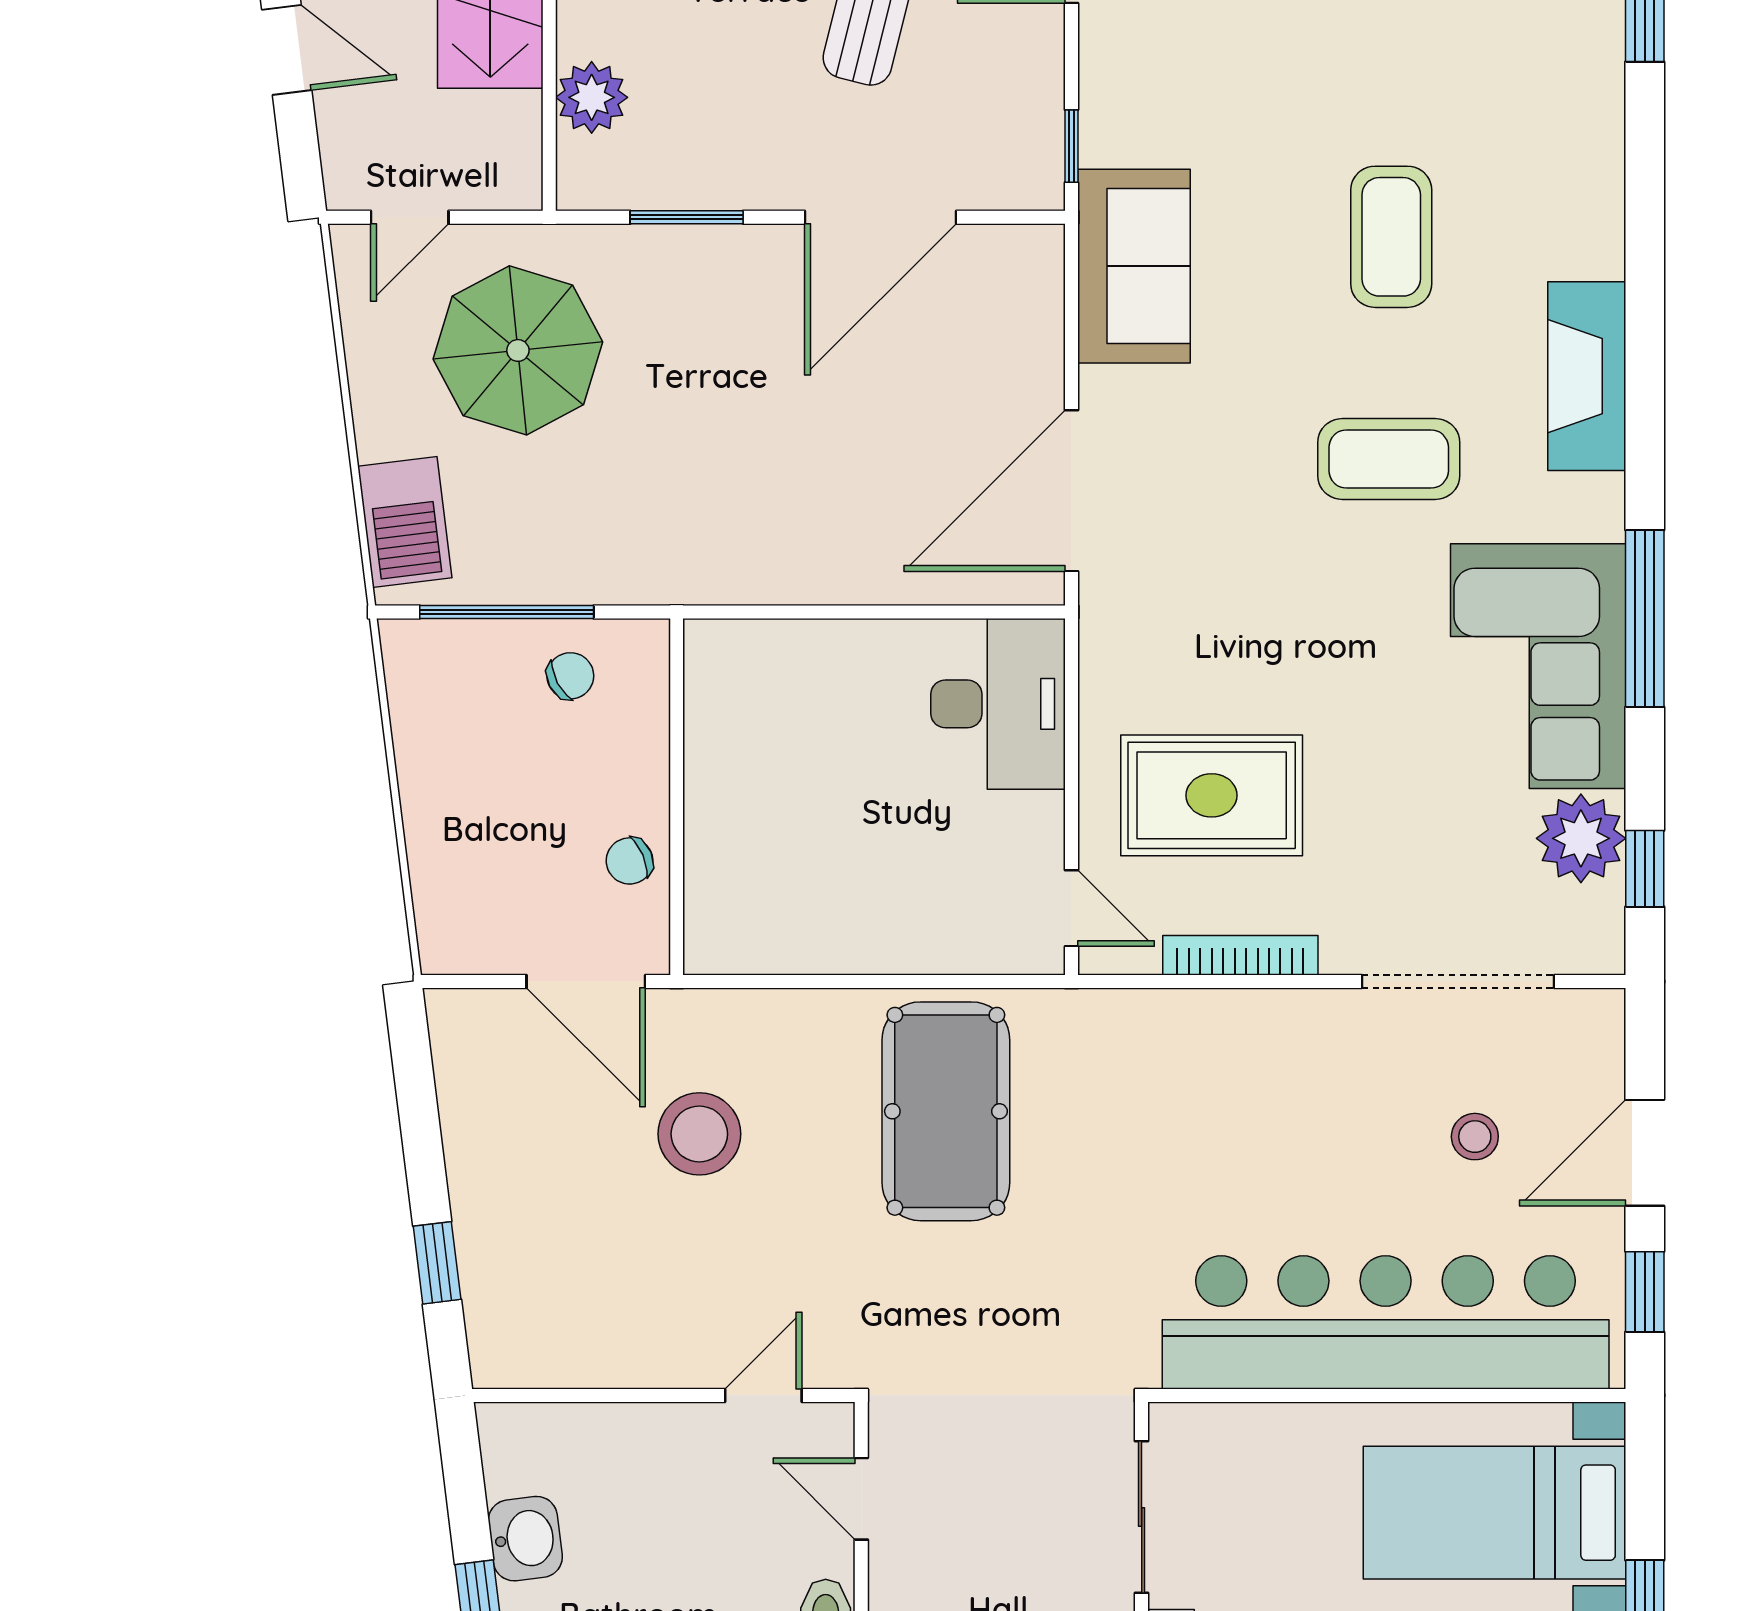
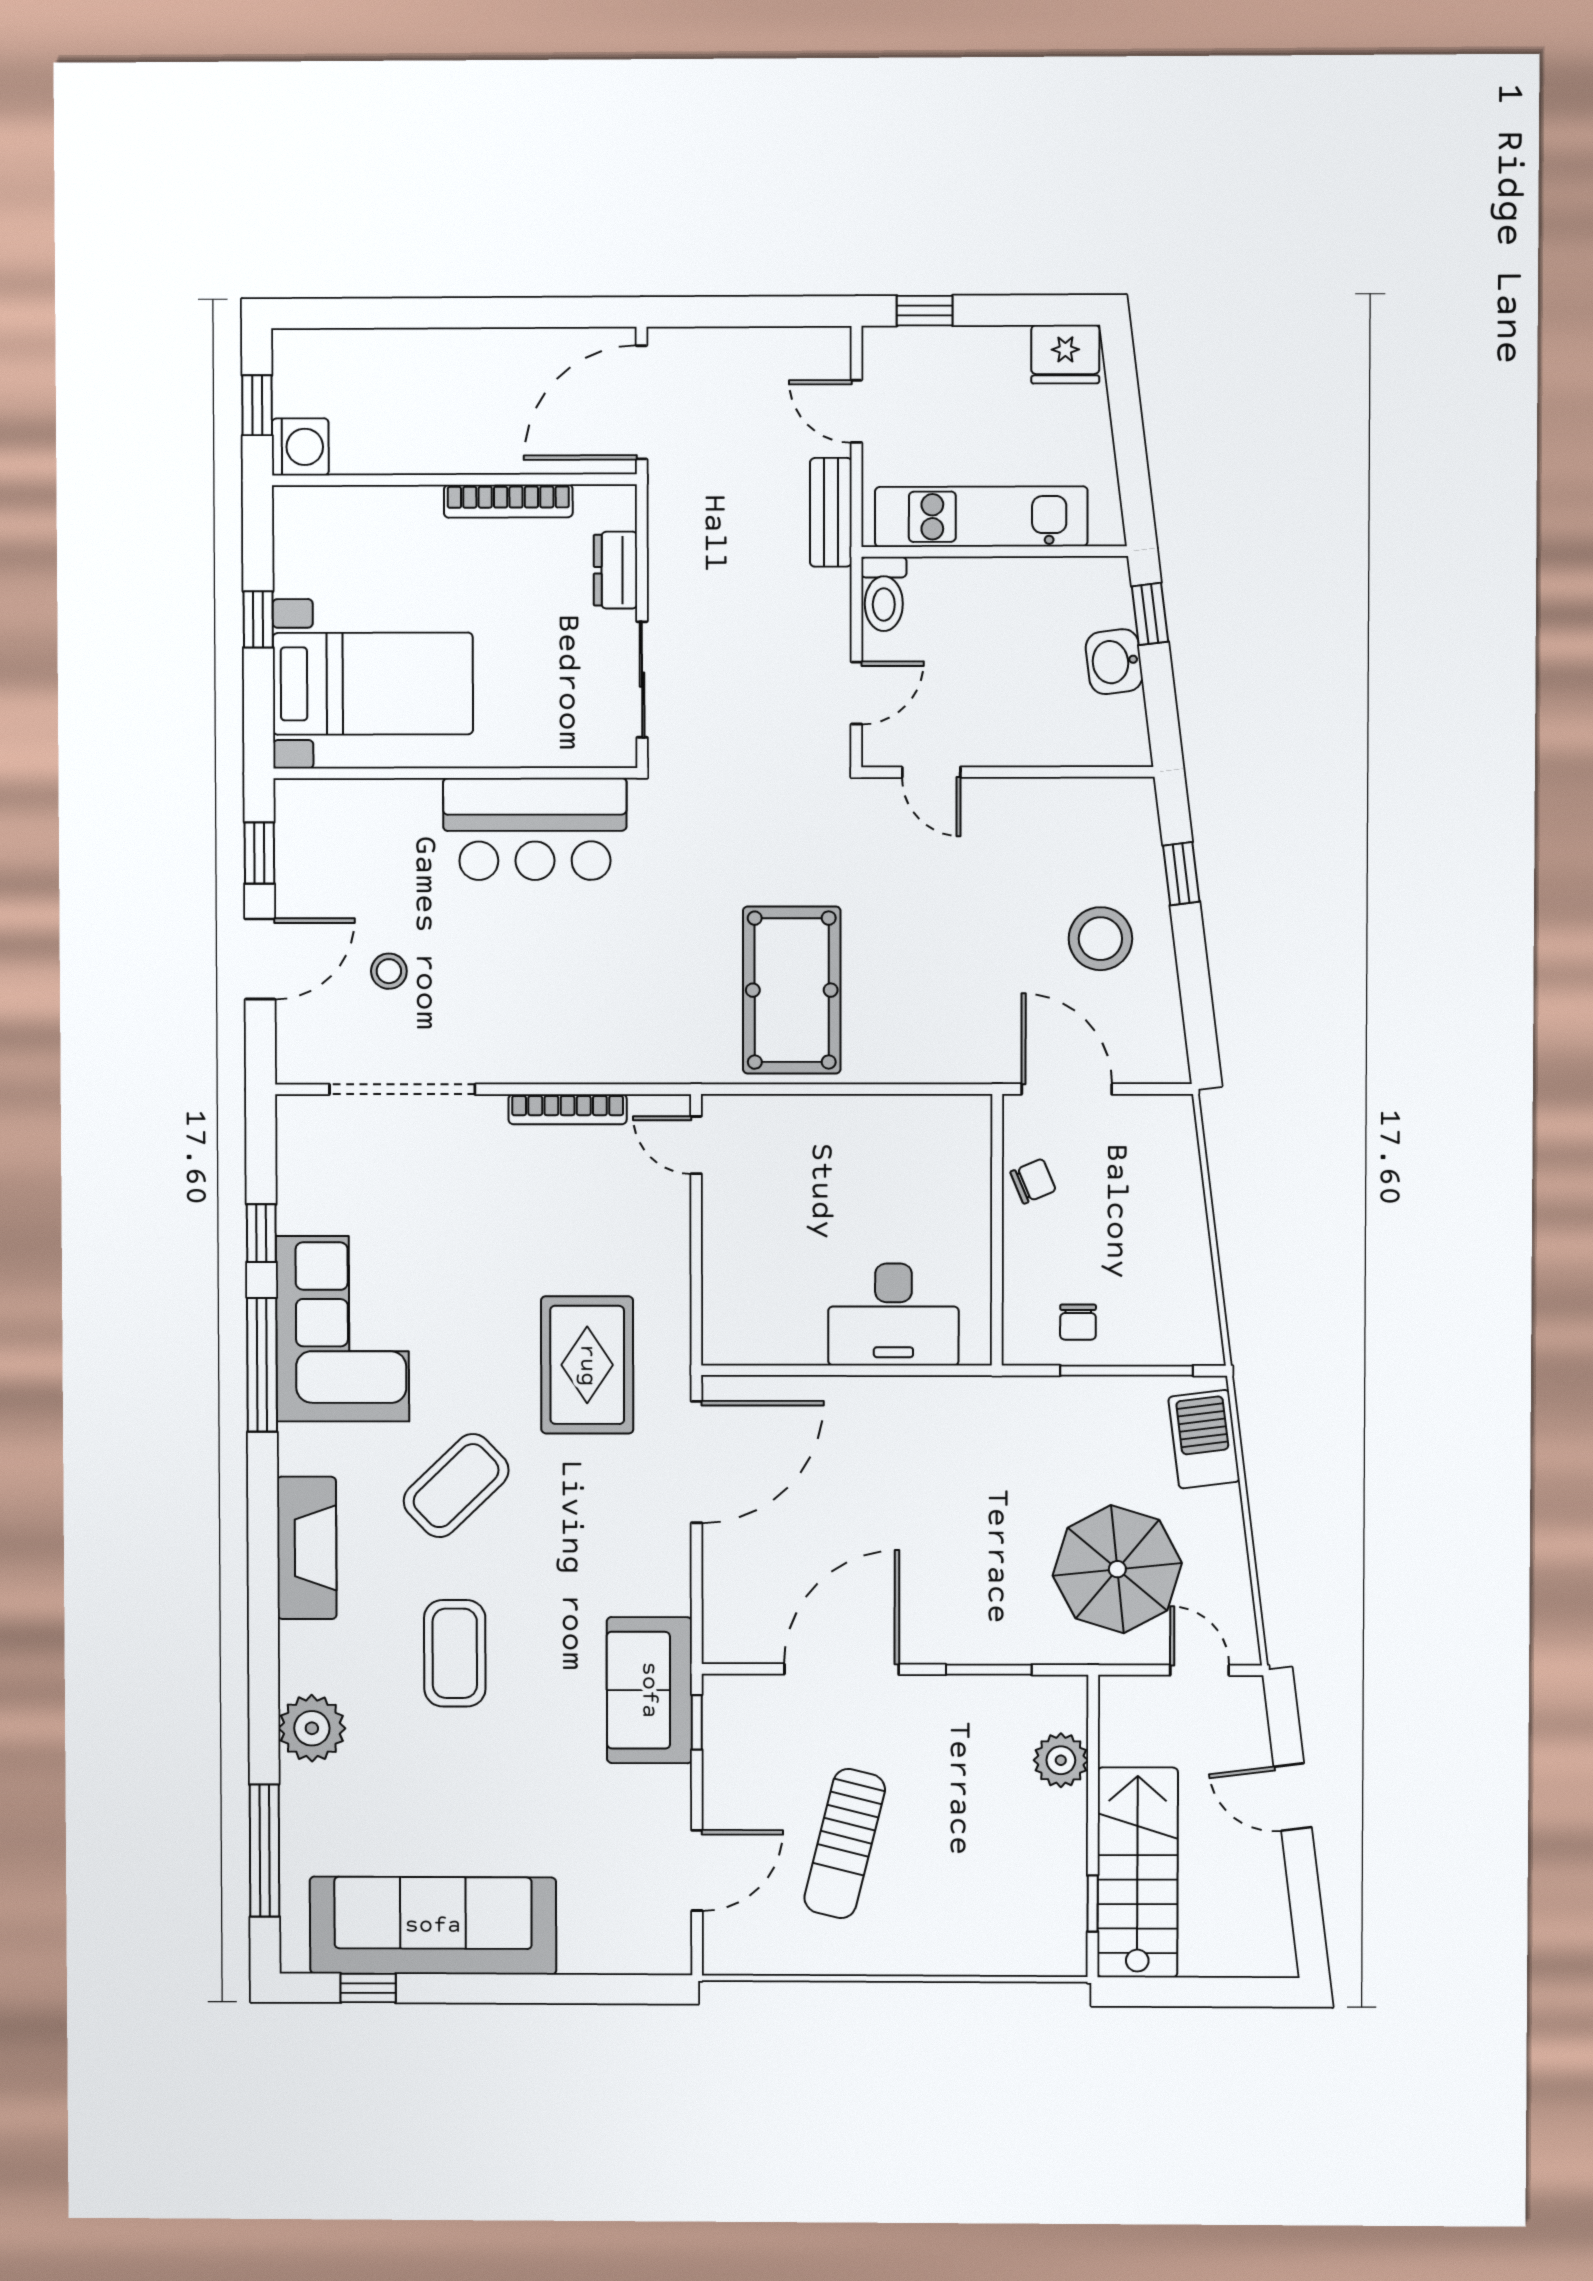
door: (410, 217) -> (1200, 1670), hinge flipped
sofa: (1134, 266) -> (649, 1690), moved
coffee table: (1389, 459) -> (456, 1486), turned -44
chair: (570, 676) -> (1078, 1322), turned -62
desk: (998, 704) -> (893, 1315), moved, turned -90
rug: (1212, 795) -> (587, 1365), moved, turned 90
plant: (1581, 838) -> (312, 1728), moved
window: (1645, 869) -> (261, 1233), moved
stool: (699, 1134) -> (1100, 939), moved
bar counter: (1386, 1322) -> (535, 829), width x0.54
door: (763, 1395) -> (931, 772), hinge flipped
door: (861, 1499) -> (856, 693), hinge flipped

